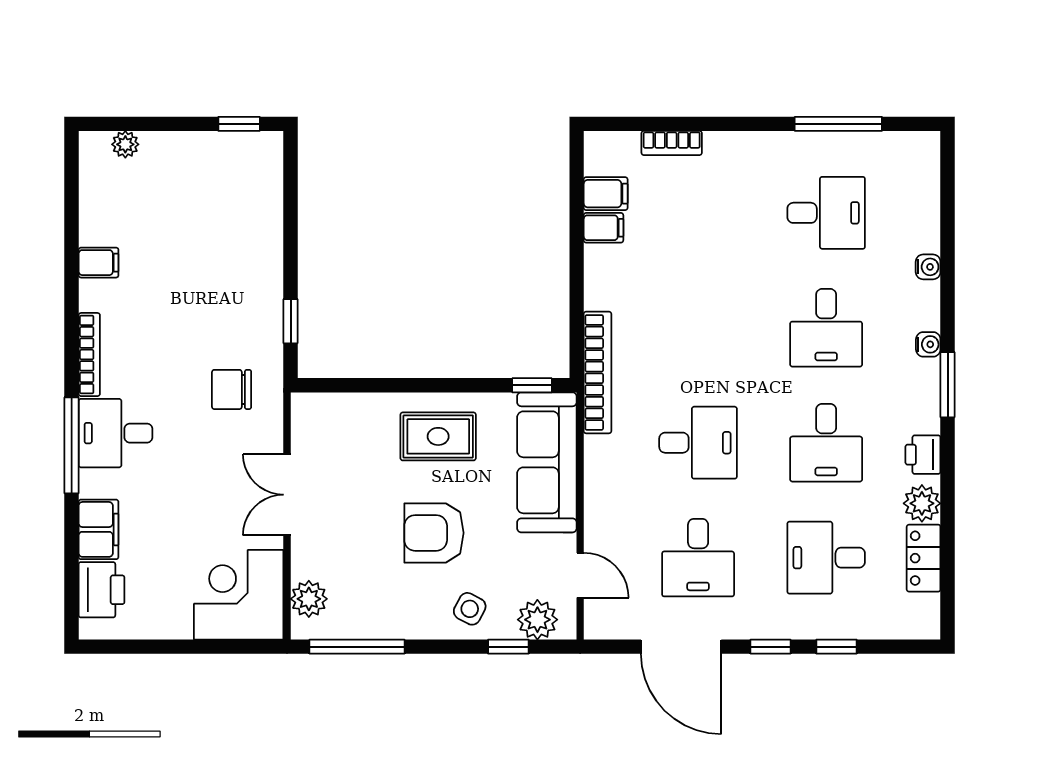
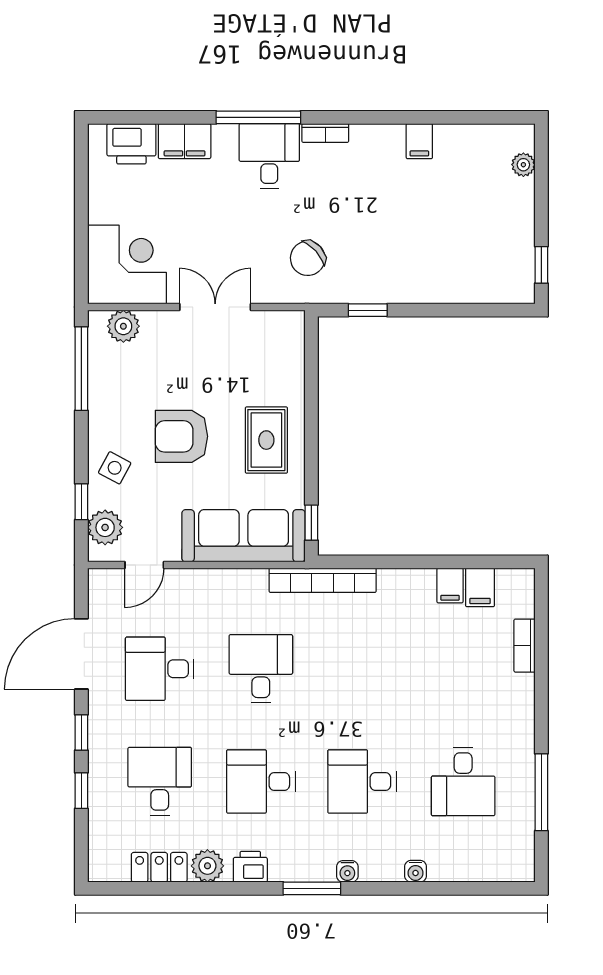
bookcase: (89, 355) -> (325, 133), width x0.64
chair: (232, 389) -> (308, 258), turned -132
desk: (698, 443) -> (261, 669), turned 180
armchair: (434, 533) -> (181, 436), turned -90

